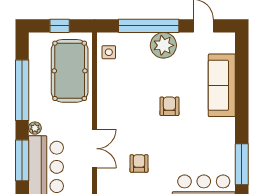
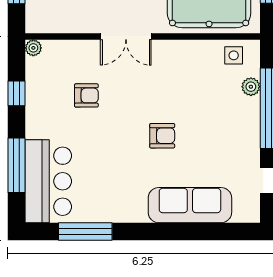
plant: (163, 45) -> (251, 87), moved, width x0.53, depth x0.53
double door: (94, 149) -> (126, 36), moved

